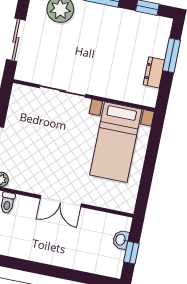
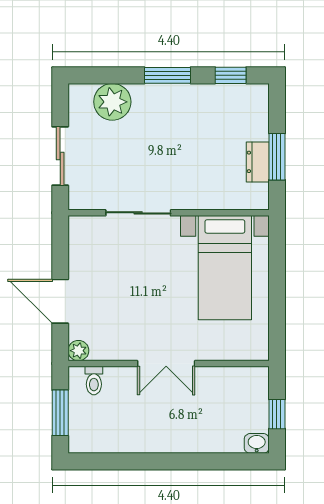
window: (172, 55) -> (277, 157), moved
washbasin: (121, 240) -> (257, 443), moved, turned 90

